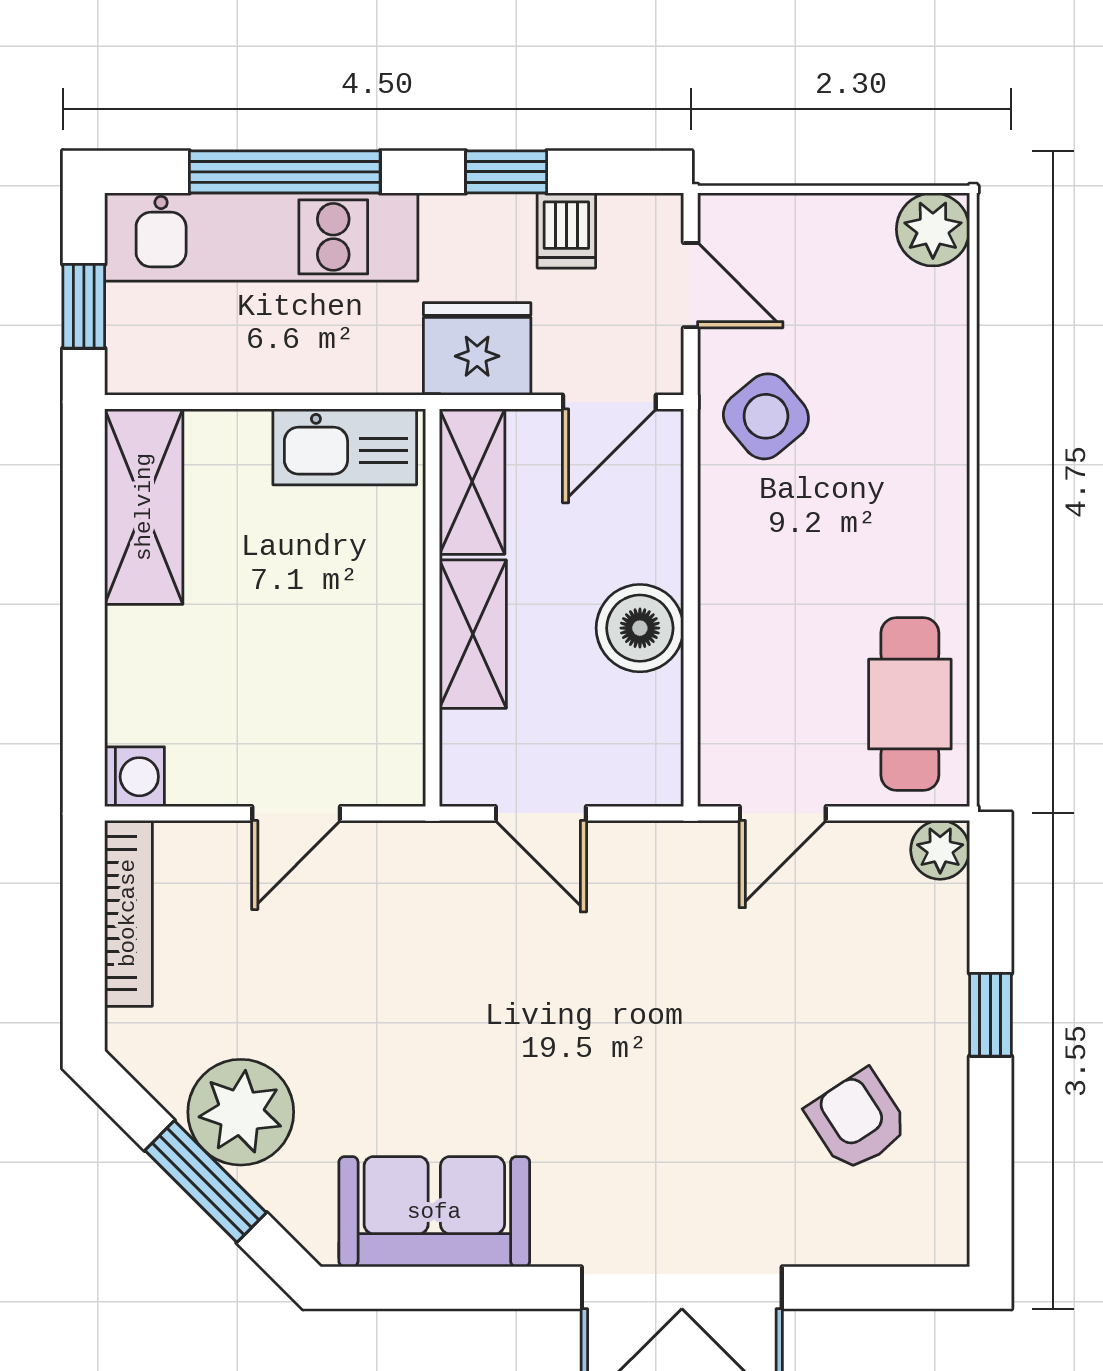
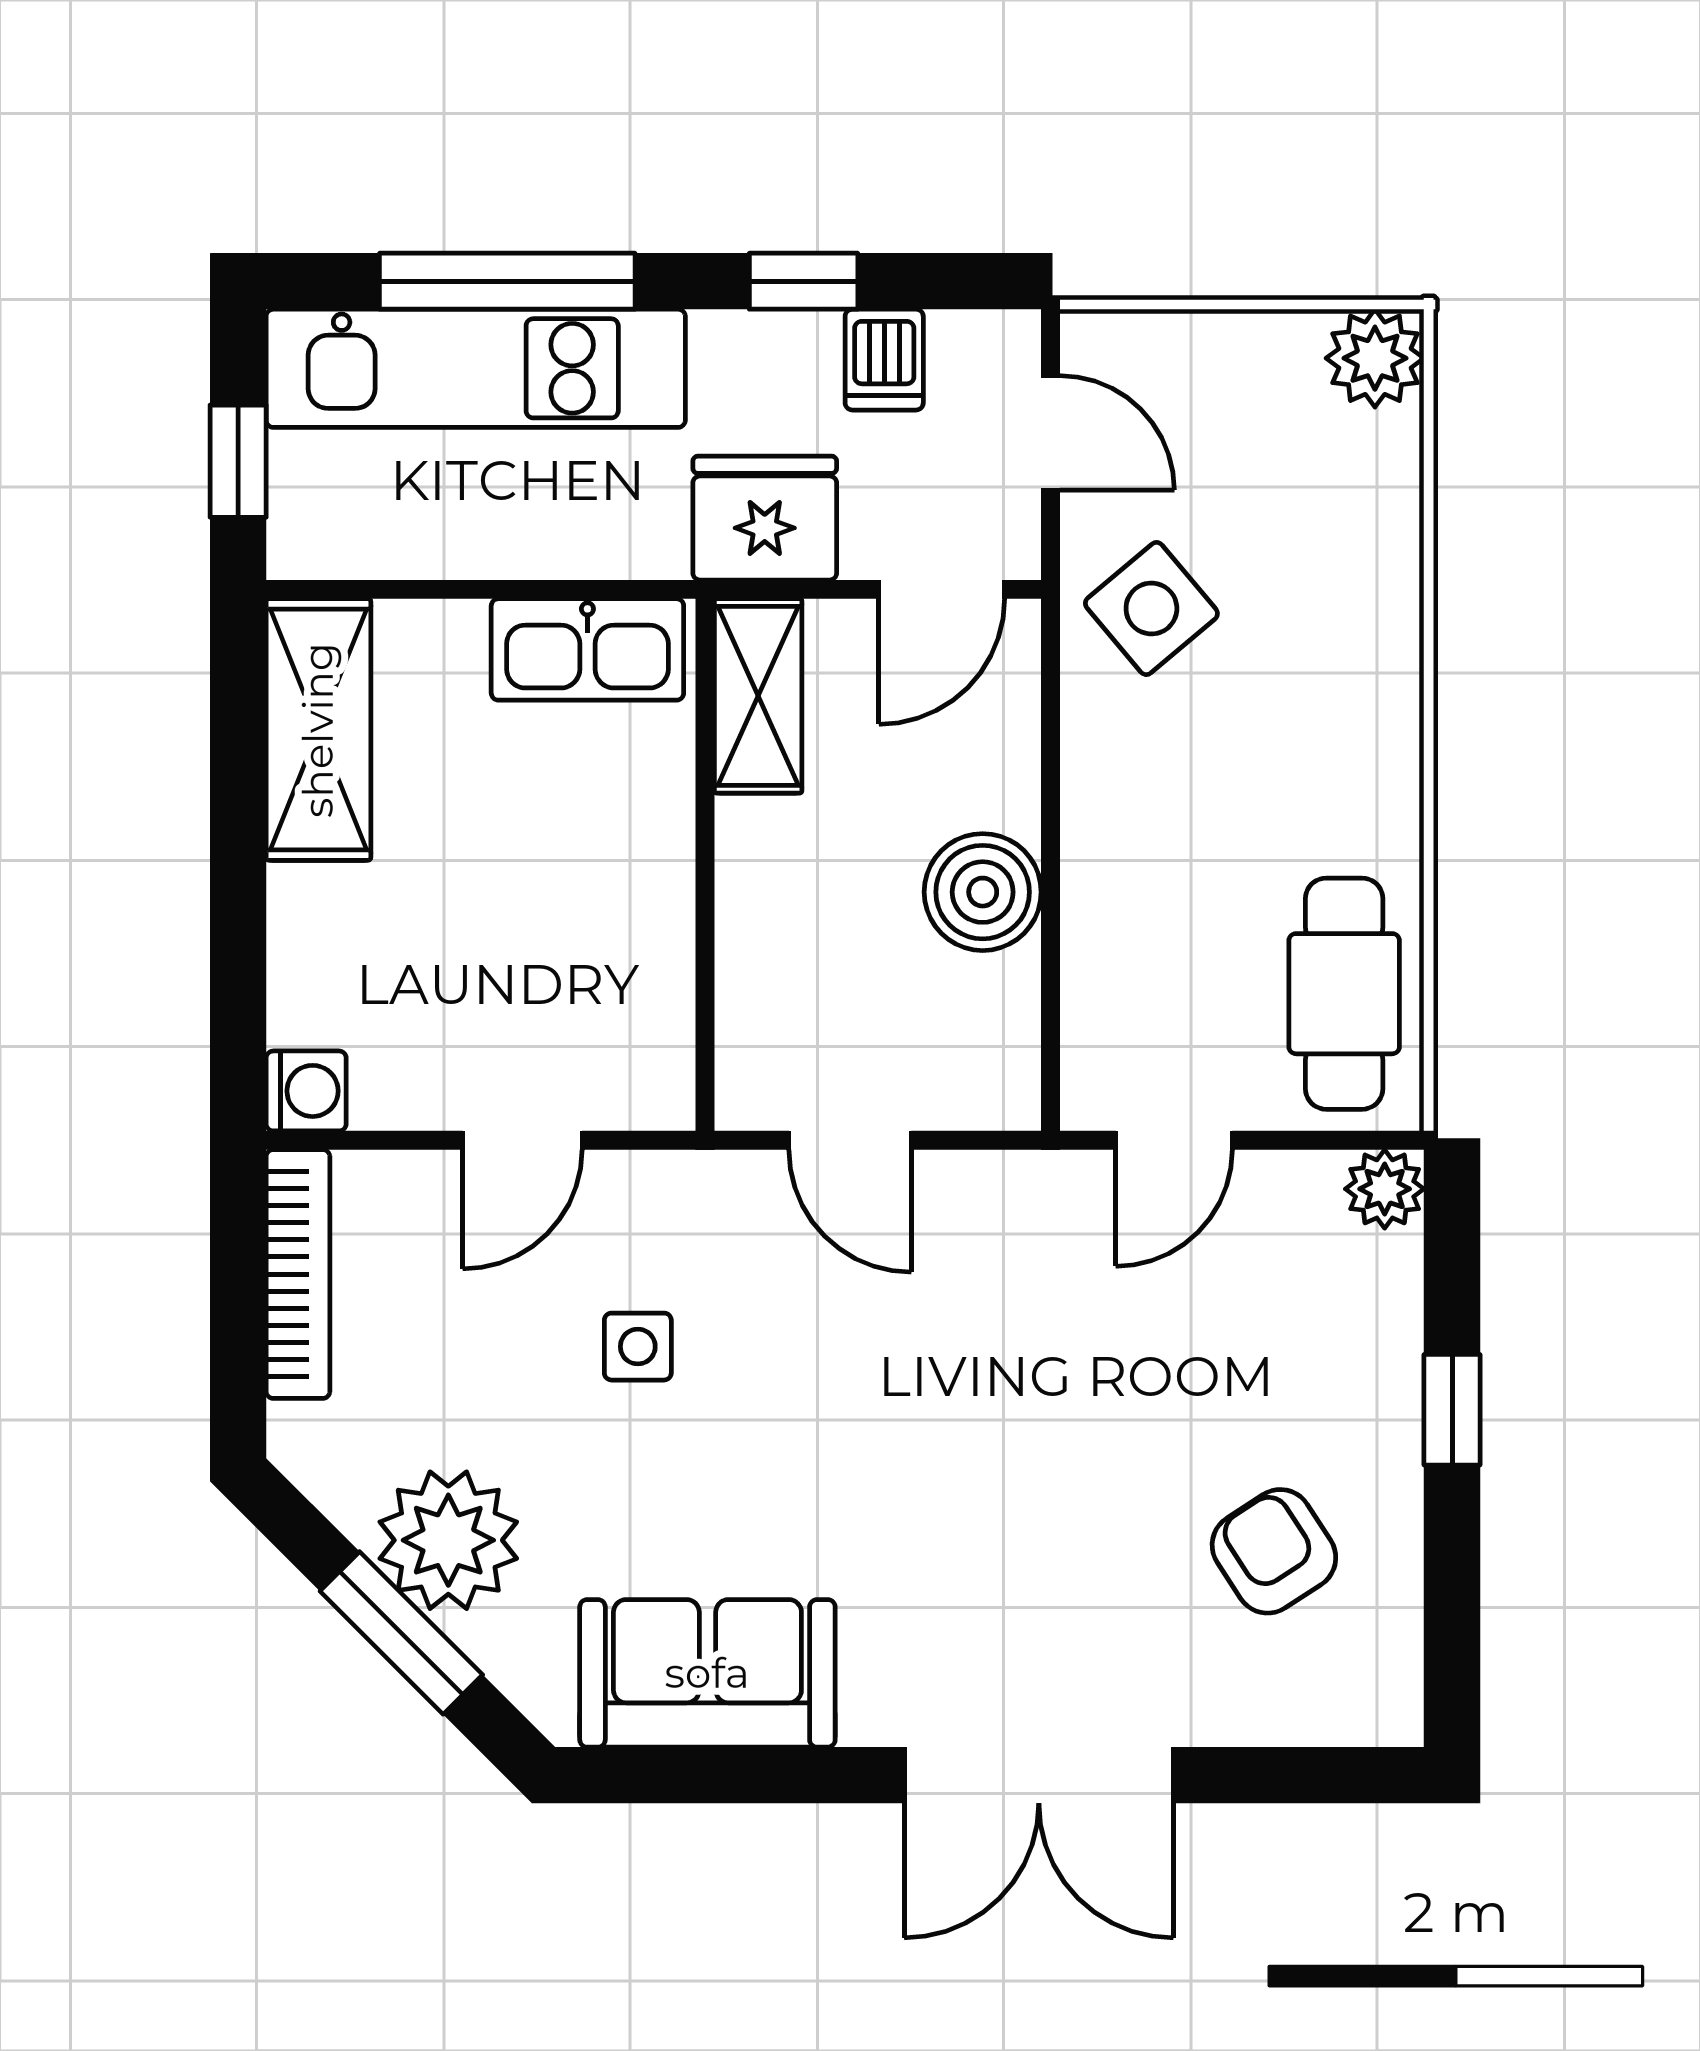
shelving: (473, 634) -> (759, 900), removed
side table: (382, 968) -> (638, 1347), added

